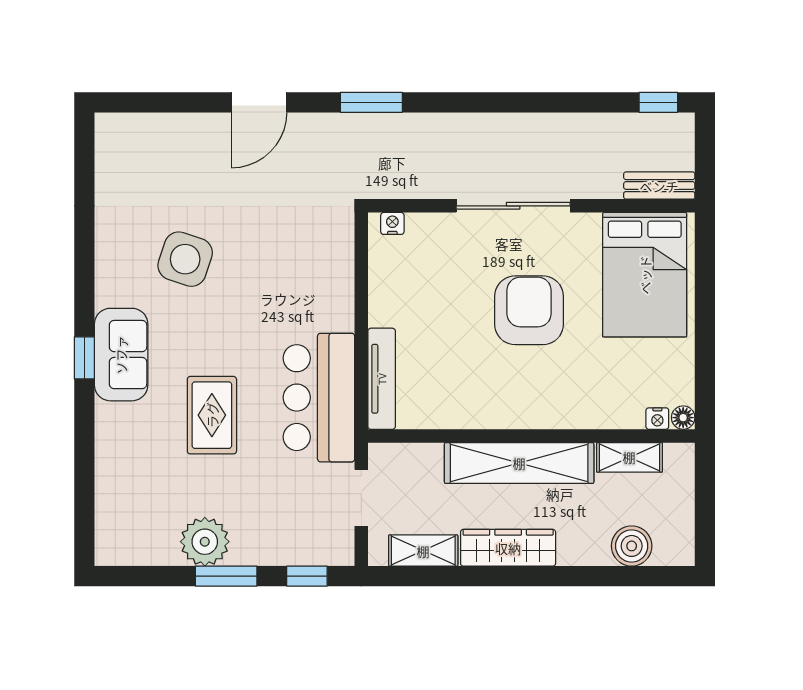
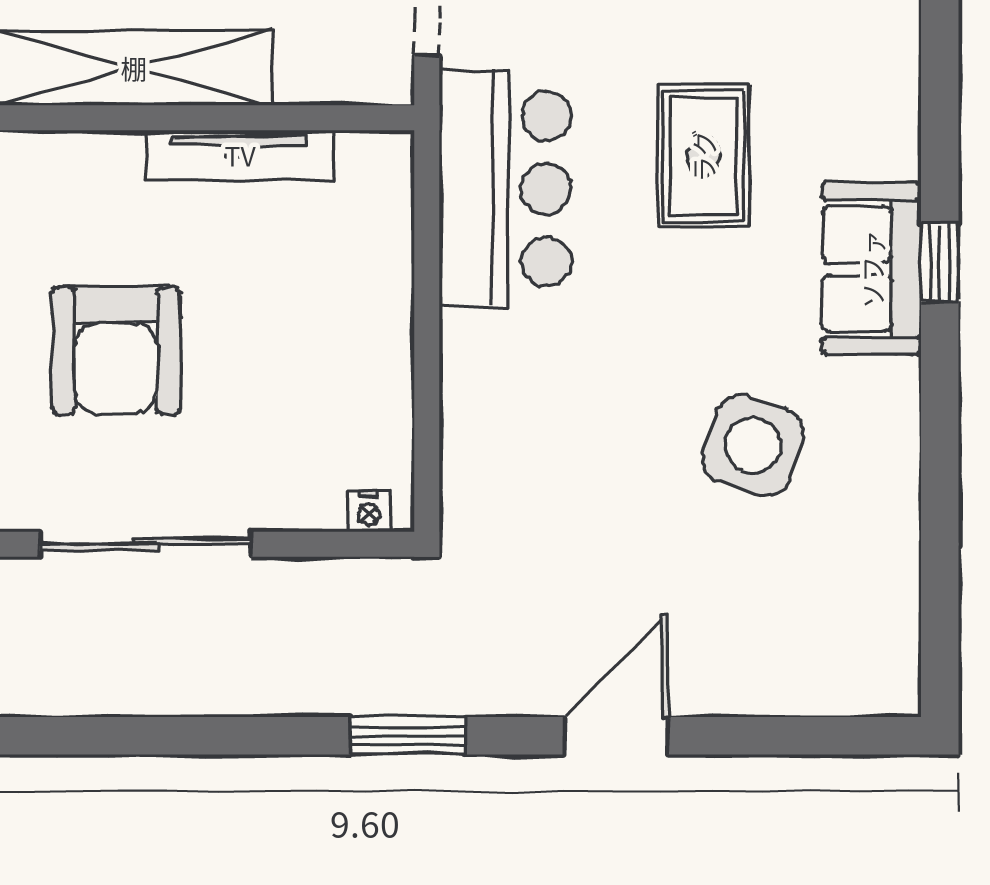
tv unit: (382, 379) -> (240, 155), moved, turned -90

